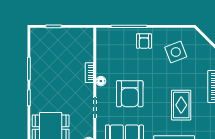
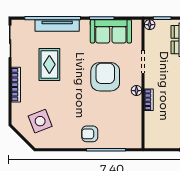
armchair: (144, 41) -> (90, 134), turned -90
side table: (176, 52) -> (40, 121), moved

